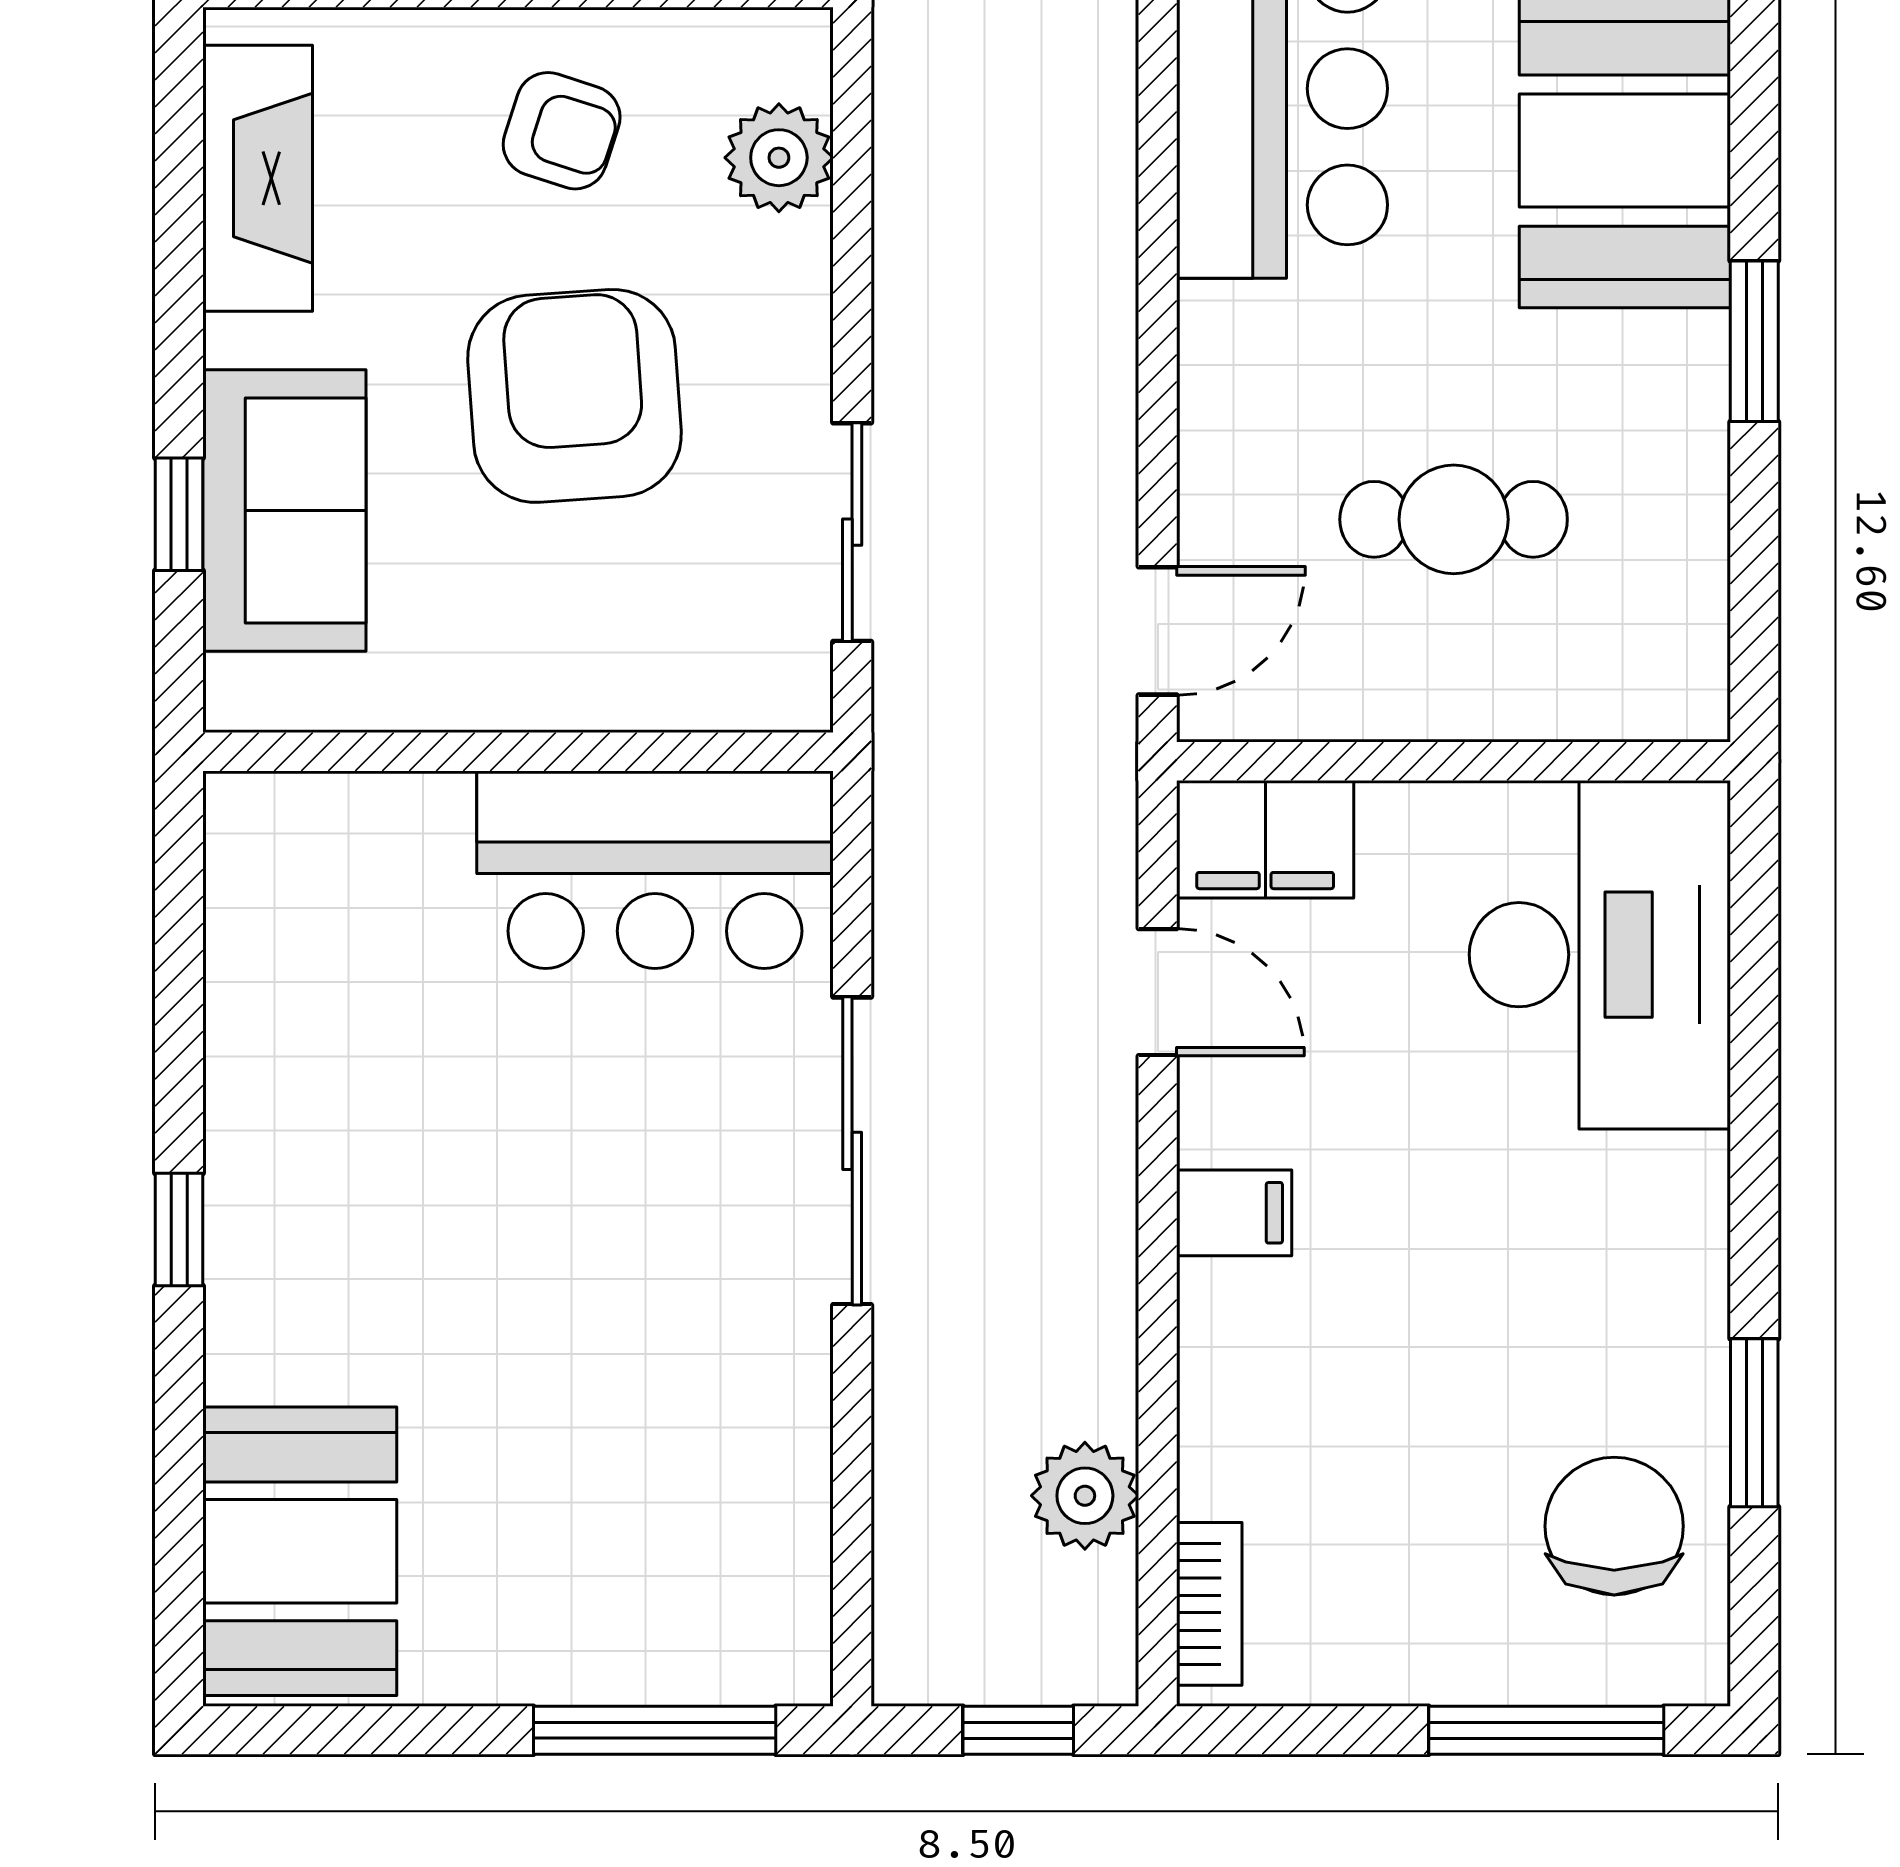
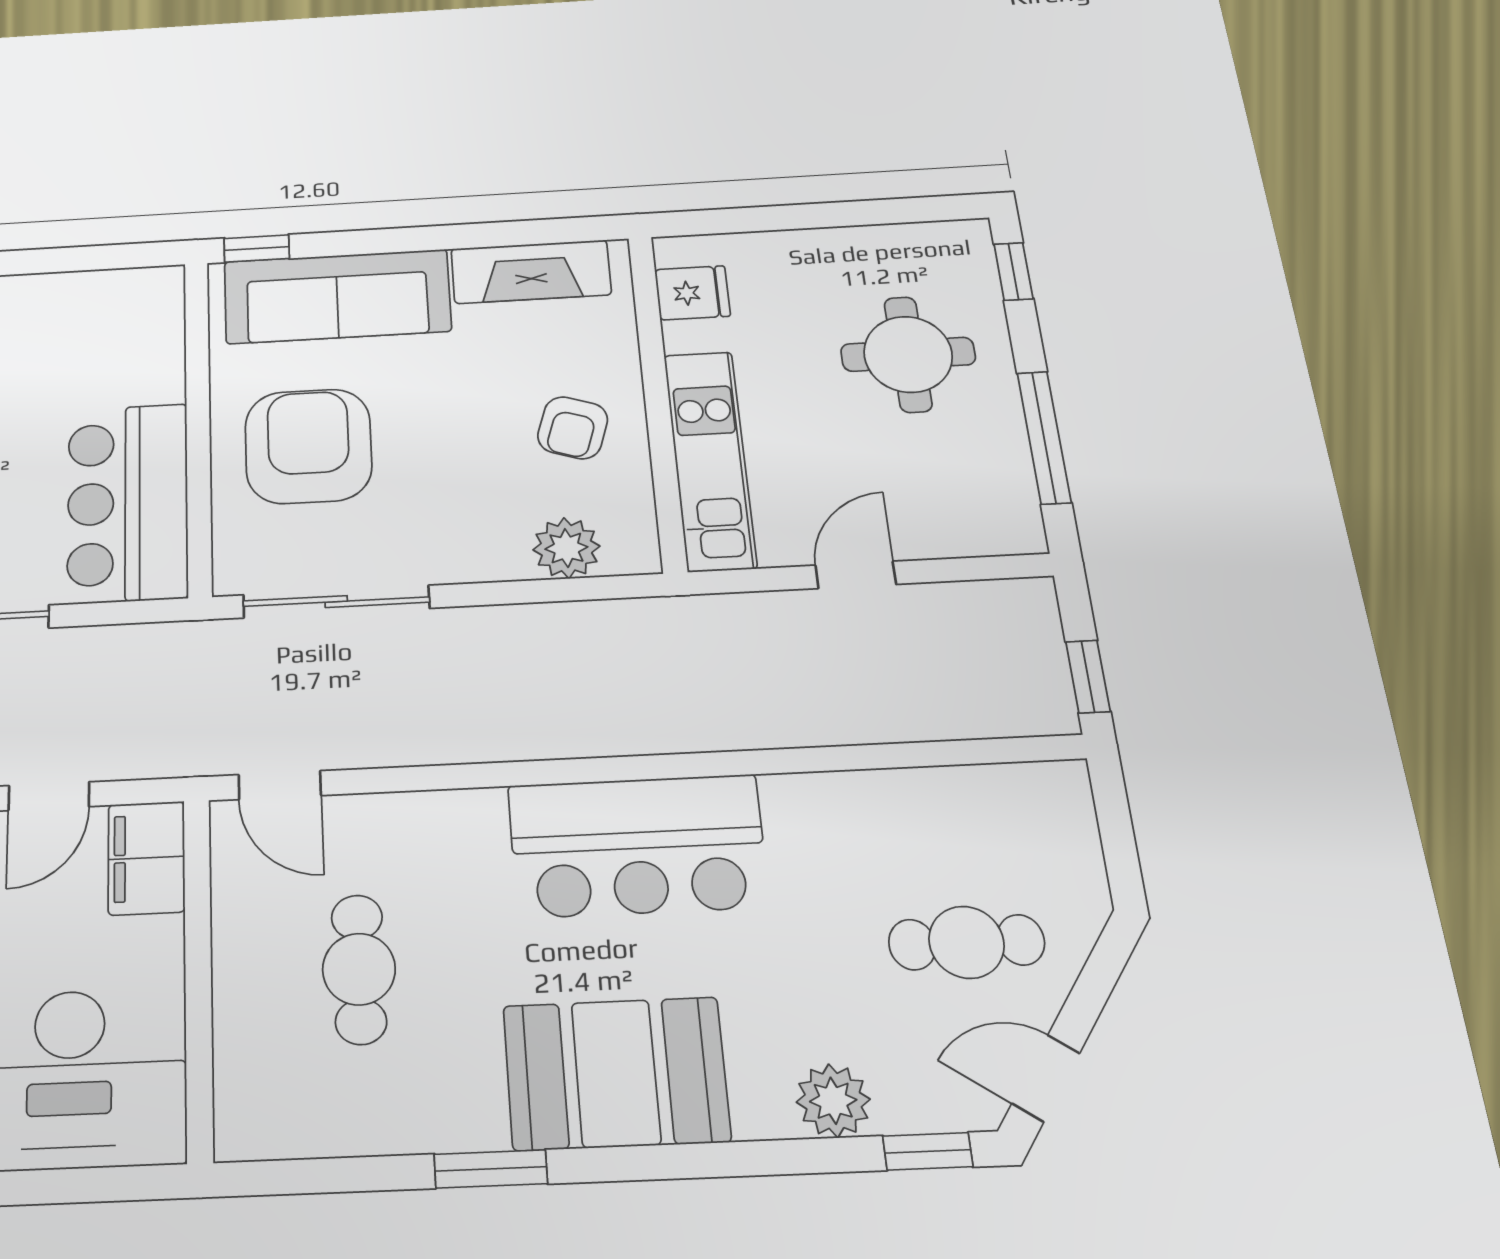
armchair: (574, 396) -> (308, 446), moved, turned -86
sofa: (284, 511) -> (337, 296), width x1.36
window: (179, 514) -> (257, 248), moved
sliding door: (852, 532) -> (336, 602), width x1.37

